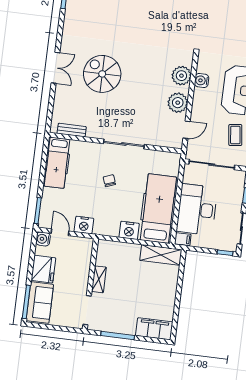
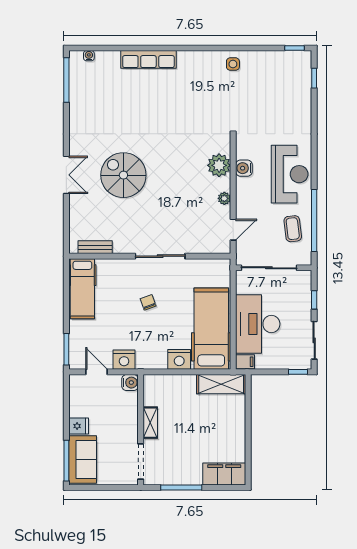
plant: (178, 103) -> (224, 198), width x0.53, depth x0.53
water cooler: (43, 239) -> (130, 383), moved, turned 180
fridge: (43, 269) -> (79, 426), width x0.53, depth x0.75

